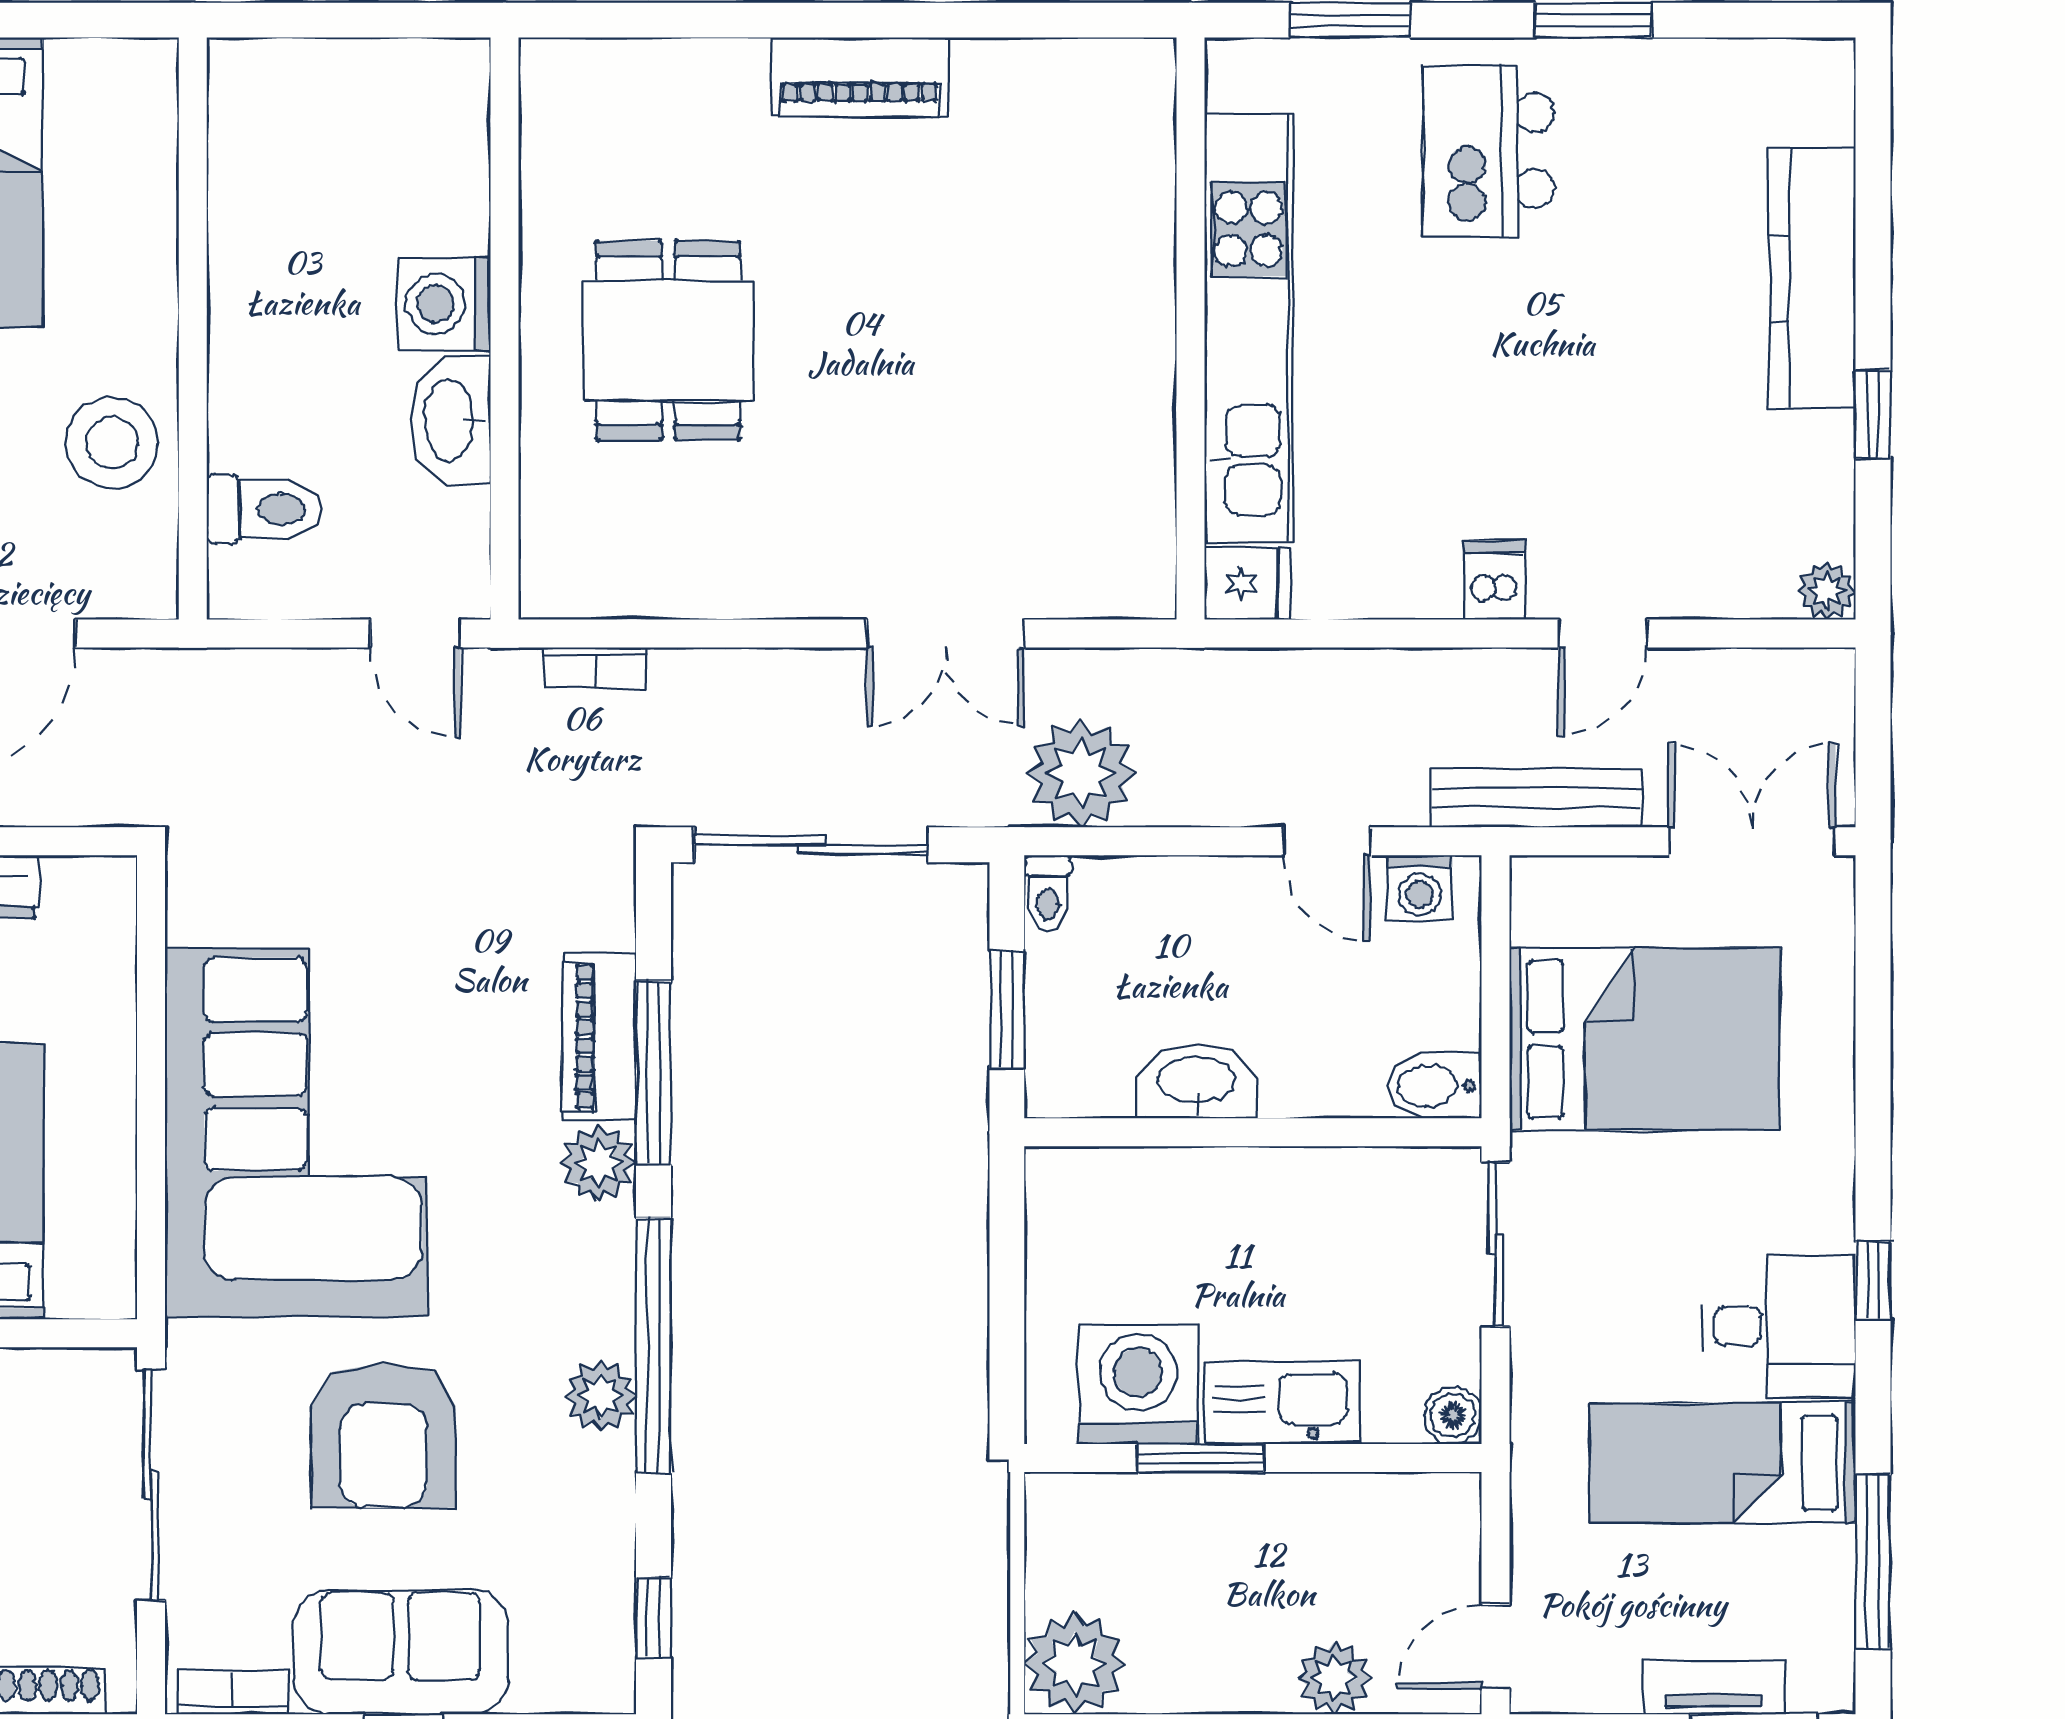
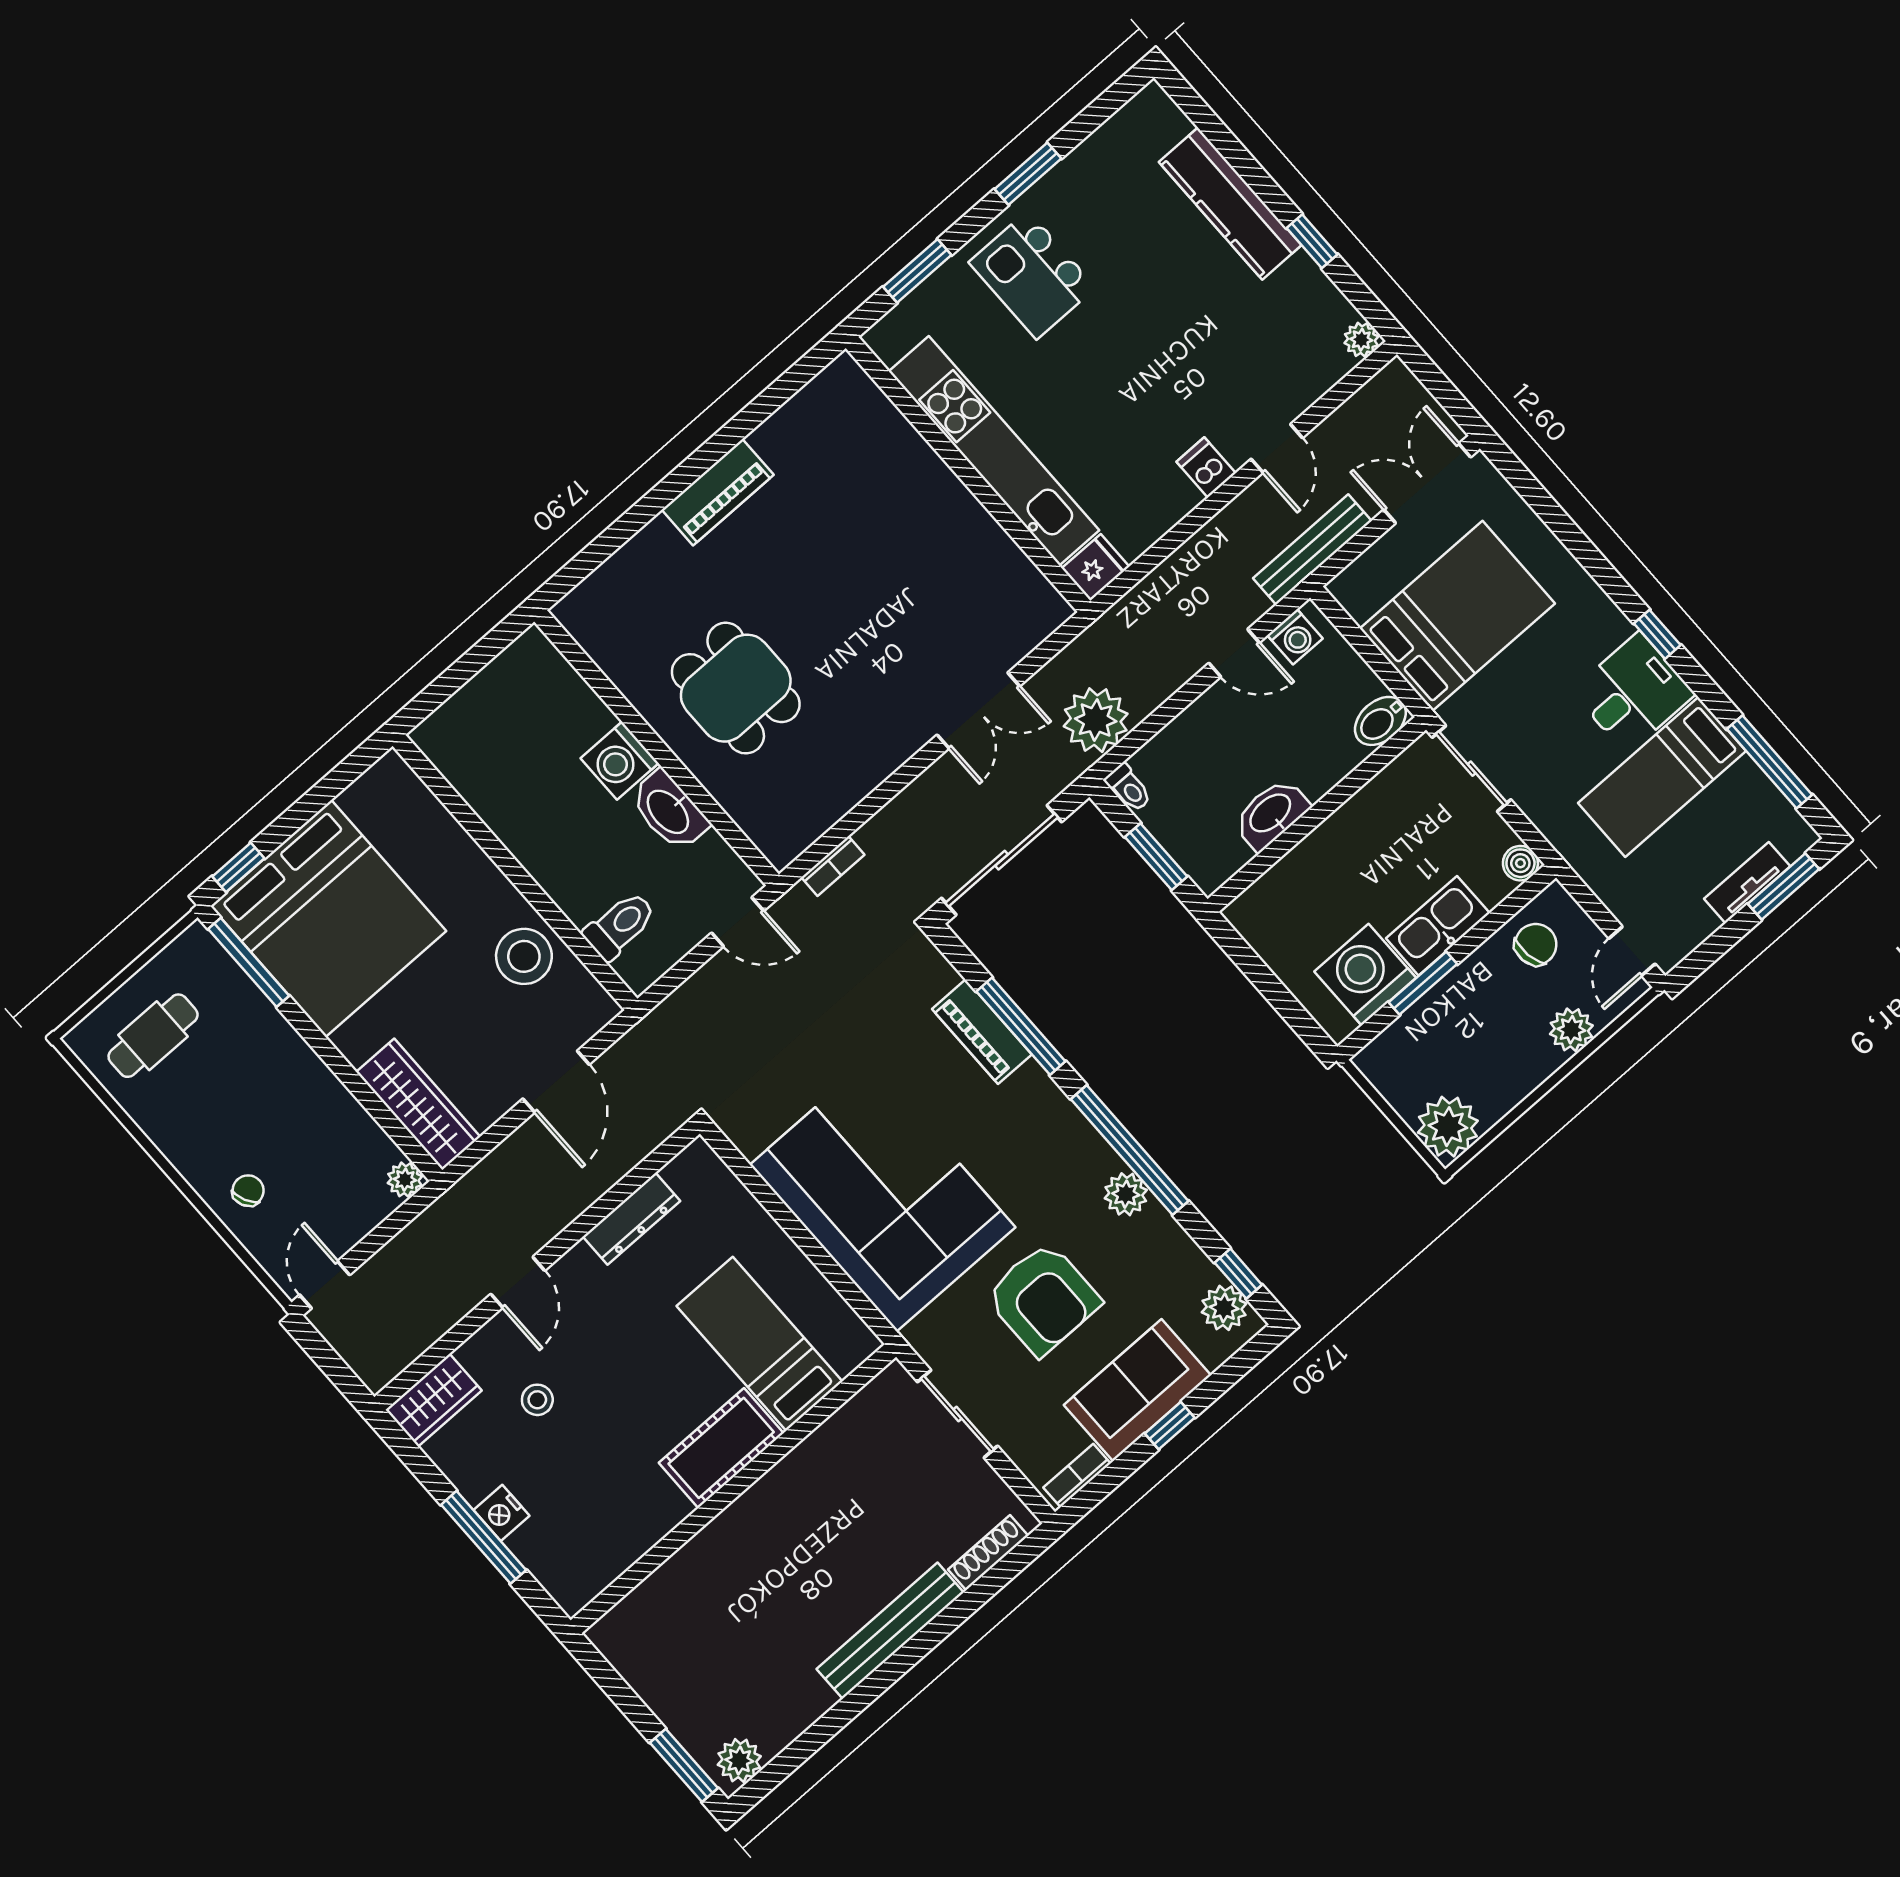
plant: (598, 1163) -> (1224, 1308), moved
sliding door: (151, 1485) -> (957, 1414), width x0.73
chair: (1383, 1533) -> (1536, 944), added

